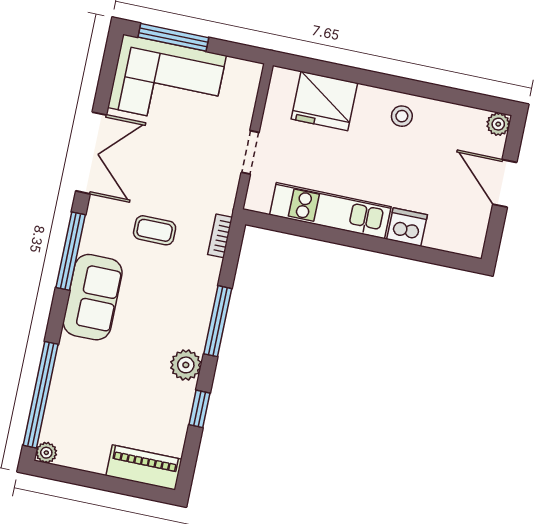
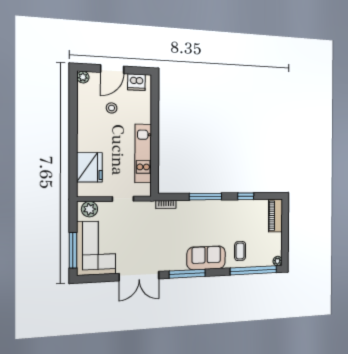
stool: (402, 116) -> (112, 108), moved
double door: (91, 153) -> (139, 276), swing flipped
dishwasher: (407, 227) -> (136, 82), moved, turned -90
coffee table: (155, 230) -> (240, 251), moved
plant: (186, 365) -> (89, 209), moved

